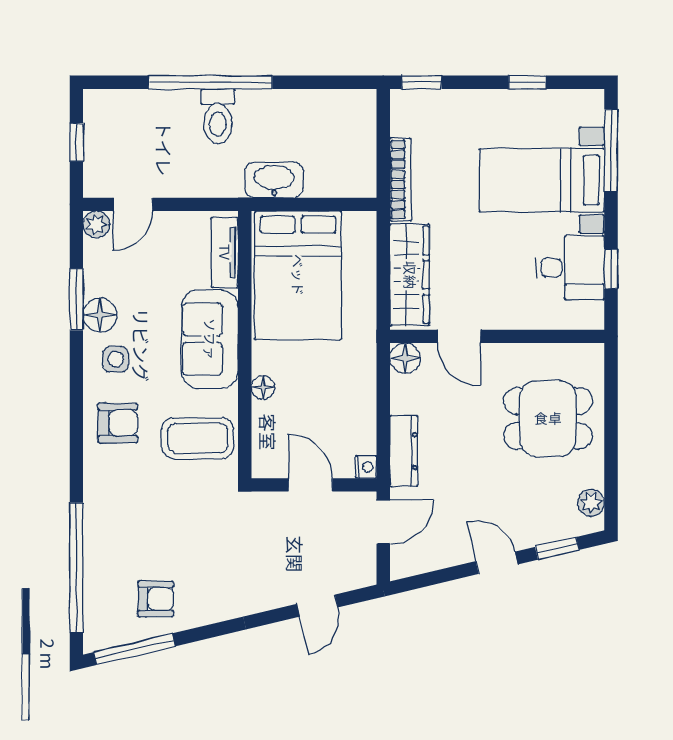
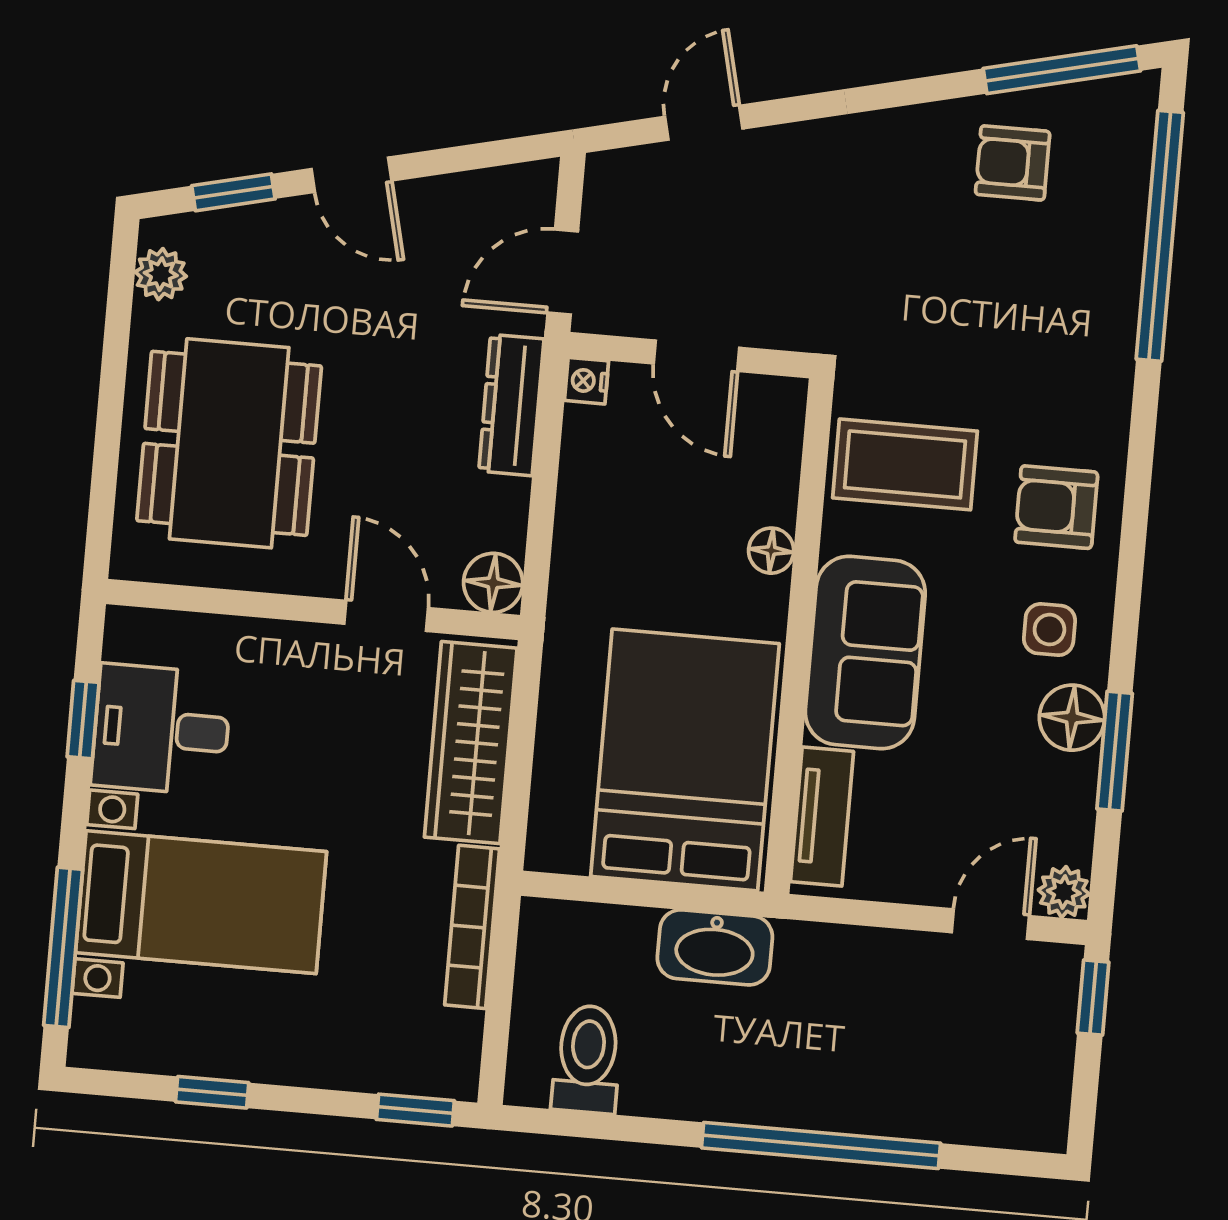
toilet: (218, 116) -> (587, 1059), moved
window: (76, 142) -> (1093, 998), moved
dining table: (548, 418) -> (229, 443), width x1.38

